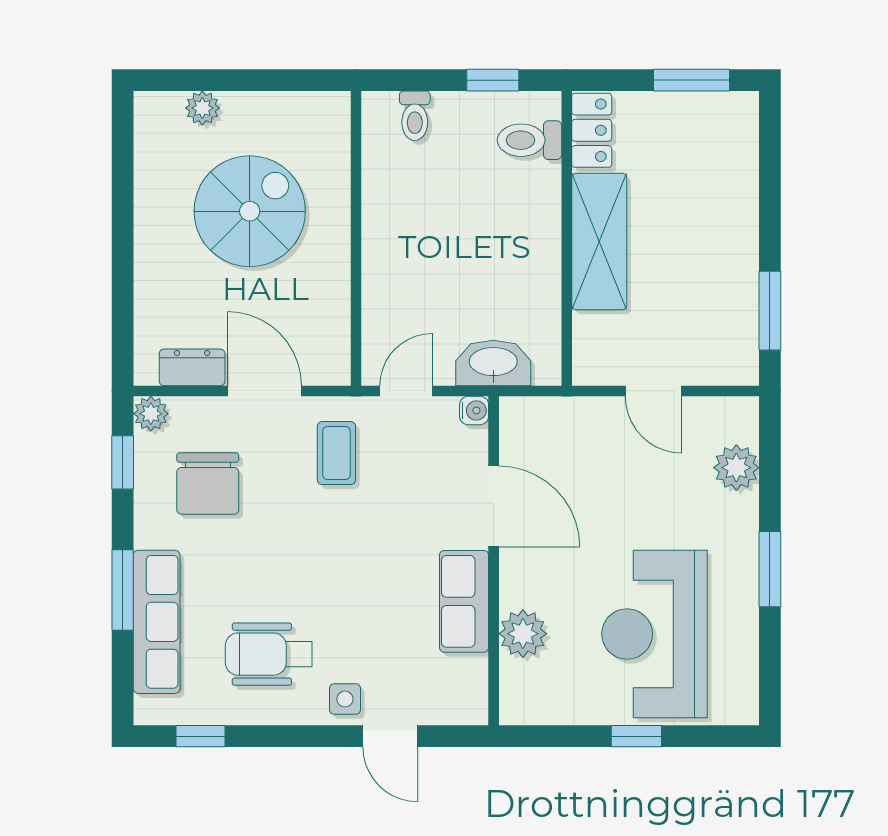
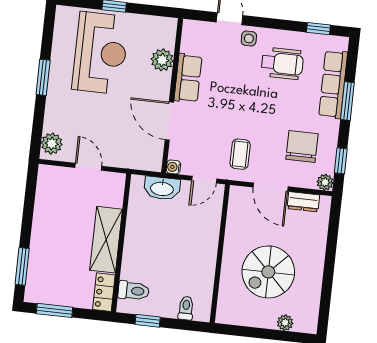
window: (770, 311) -> (22, 266), moved
plant: (736, 468) -> (52, 144), moved

